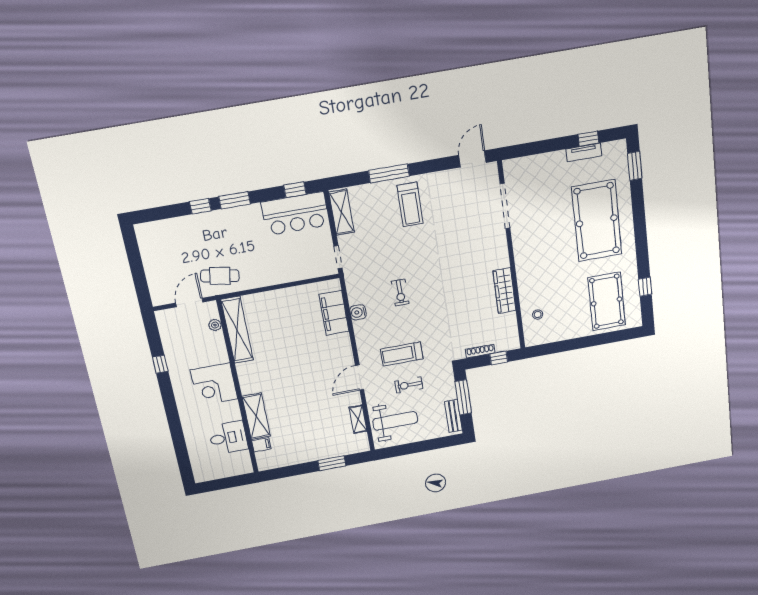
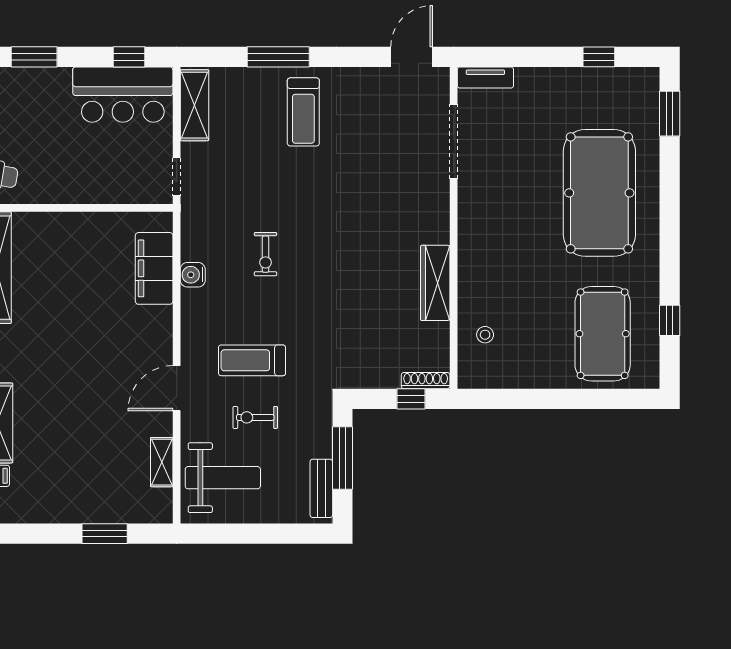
tv unit: (584, 152) -> (485, 78), moved
shoe rack: (480, 351) -> (426, 381), moved

